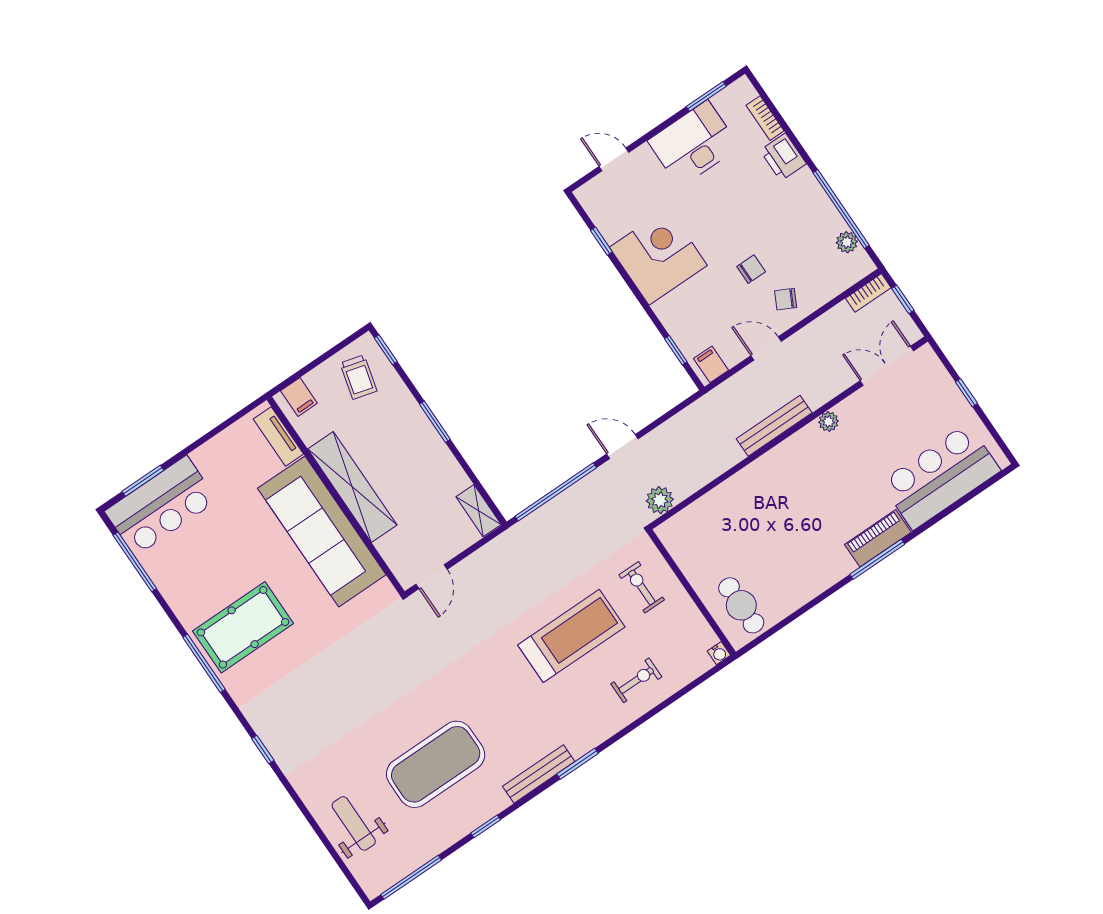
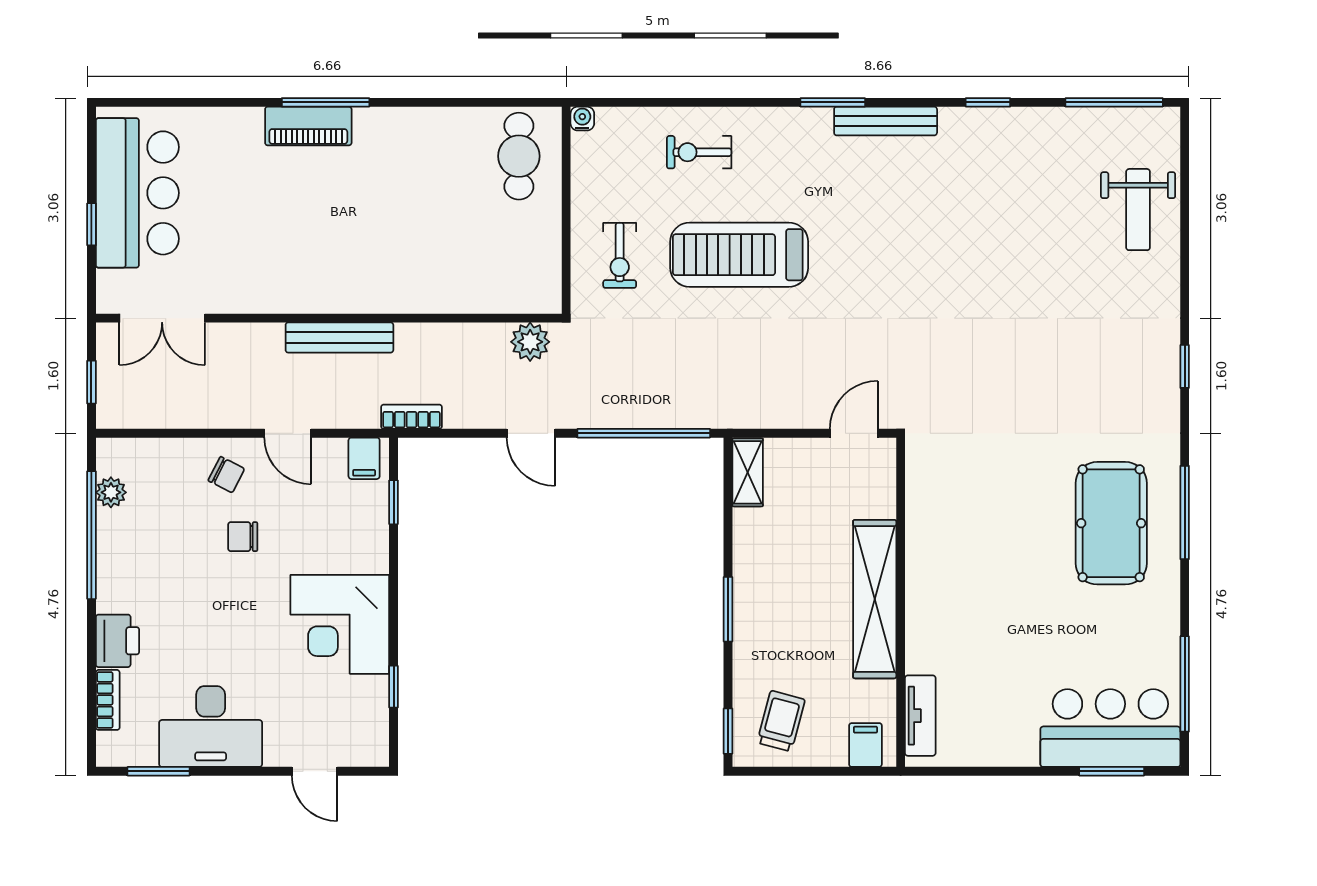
bookcase: (868, 293) -> (411, 417), moved
plant: (829, 422) -> (273, 300), removed
bar counter: (940, 476) -> (137, 193), moved, turned -90
sofa: (322, 531) -> (945, 572), removed
pool table: (243, 627) -> (1111, 523), turned 90
exercise mat: (436, 764) -> (997, 213), removed

